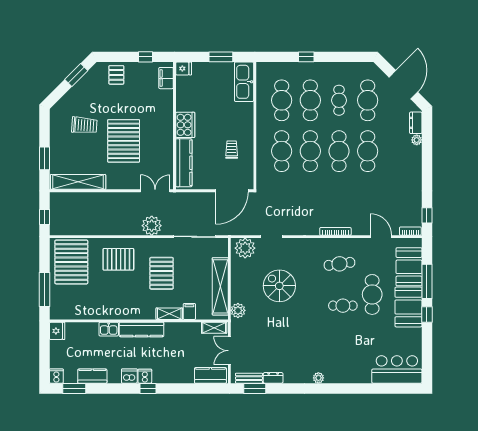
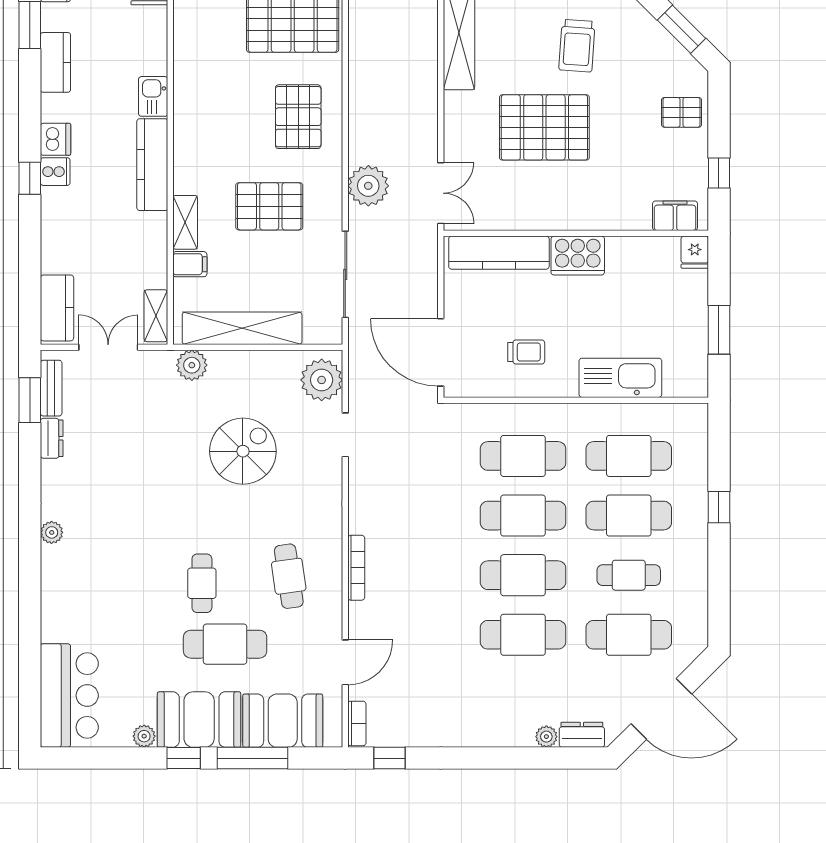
kitchen sink: (244, 82) -> (620, 378), moved
plant: (416, 333) -> (144, 736), added

